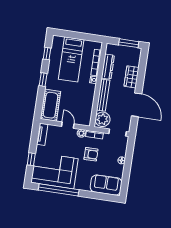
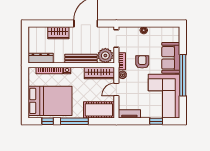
window: (129, 43) -> (25, 41), removed
bed: (71, 59) -> (50, 101), width x1.50
dresser: (108, 67) -> (41, 58), moved
window: (43, 80) -> (74, 121), width x2.17
wardrobe: (86, 111) -> (99, 73), added
sofa: (106, 185) -> (171, 58), moved
window: (59, 190) -> (183, 75), moved

